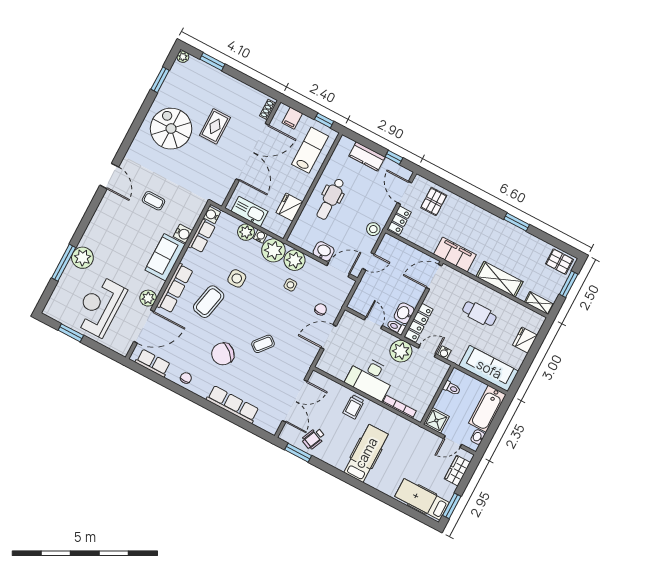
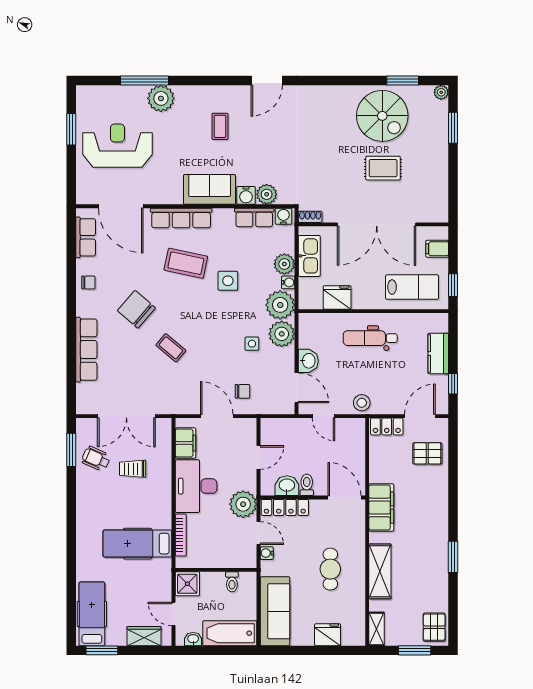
shoe rack: (268, 110) -> (310, 217), moved
spiral stairs: (171, 129) -> (382, 116), moved, turned 90
coffee table: (153, 201) -> (220, 126), moved
plant: (148, 298) -> (267, 194), moved
toilet: (396, 327) -> (307, 485), moved
filing cabinet: (336, 369) -> (185, 443), added
trolley: (354, 407) -> (133, 469), moved
hospital bed: (366, 453) -> (137, 544), moved, turned 180

